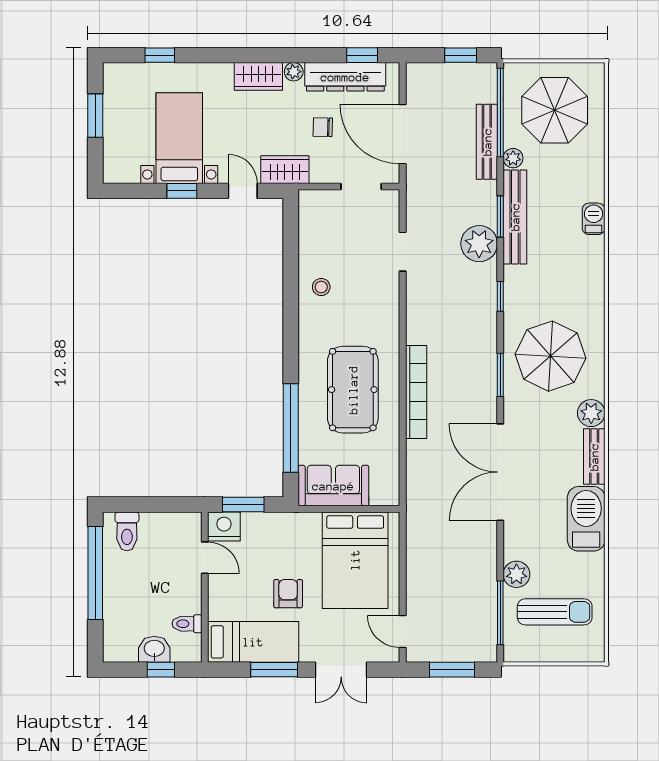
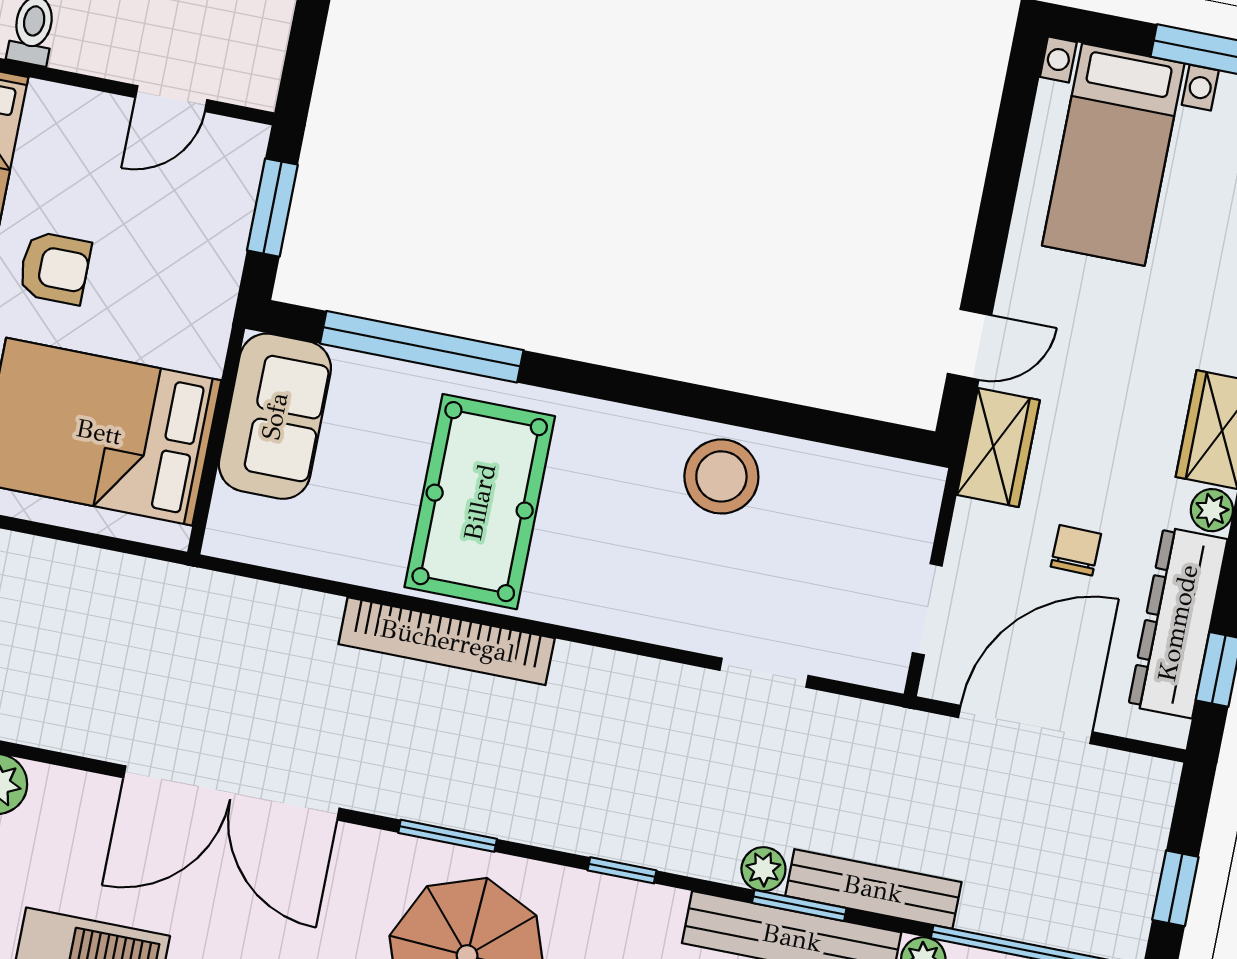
bed with nightstands: (179, 138) -> (1113, 155), moved, turned 90
bench: (487, 142) -> (873, 889), moved
window: (182, 191) -> (996, 209), removed
plant: (479, 244) -> (763, 869), width x0.53, depth x0.53
stool: (321, 287) -> (721, 476), width x1.89, depth x1.89
pool table: (353, 390) -> (480, 502), turned 90
double door: (500, 472) -> (231, 793), swing flipped
nightstand: (224, 526) -> (232, 155), removed

